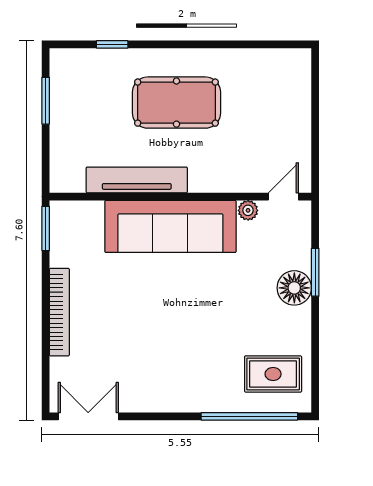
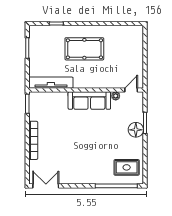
tv unit: (137, 180) -> (51, 83), moved
sofa: (170, 226) -> (89, 101), width x0.74, depth x0.79

